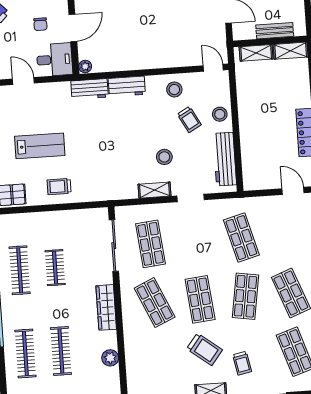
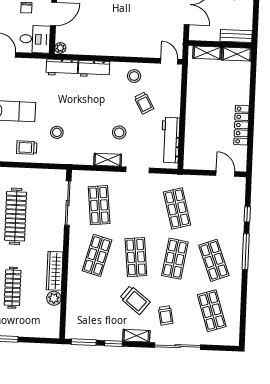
bench: (275, 31) -> (236, 36), moved
stool: (220, 114) -> (57, 132), moved
clothes rail: (55, 268) -> (16, 216), width x1.86, depth x1.31
shop shelf: (155, 303) -> (97, 255), turned 39
wardrobe: (106, 307) -> (55, 271), moved

